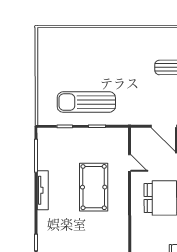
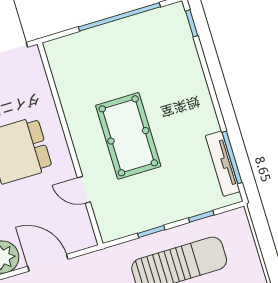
tv unit: (43, 190) -> (223, 164), moved

